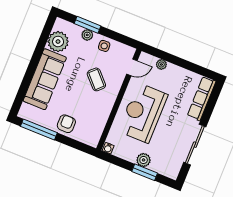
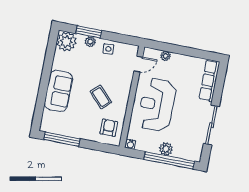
plant: (58, 42) -> (66, 42), moved
sofa: (45, 79) -> (58, 91), width x0.73
coffee table: (96, 79) -> (101, 97), moved
armchair: (66, 124) -> (109, 128), moved
window: (145, 172) -> (169, 160), width x2.11

